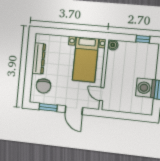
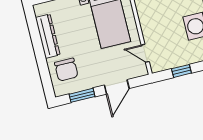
door: (74, 110) -> (117, 87), hinge flipped
window: (123, 116) -> (181, 71), added

